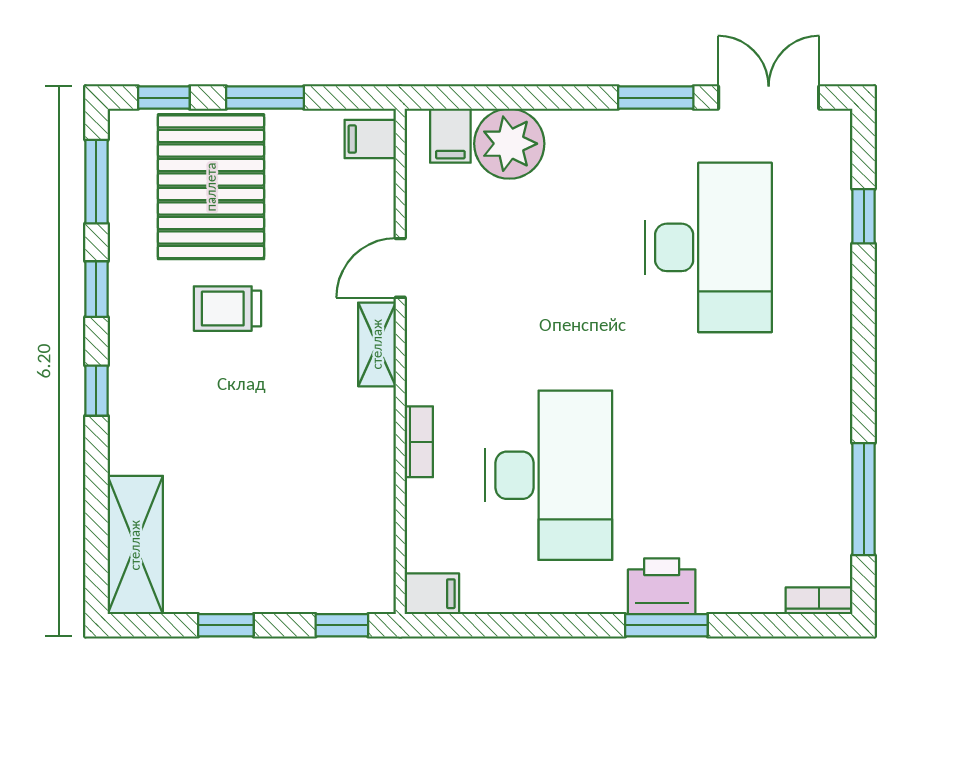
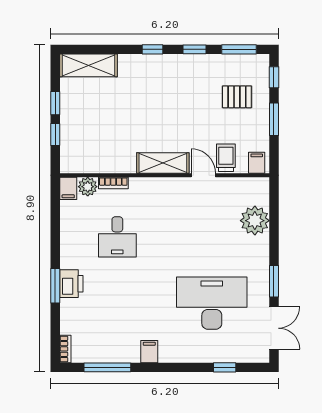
filing cabinet: (450, 136) -> (149, 352), moved, turned 90
pallet: (211, 187) -> (237, 97), width x0.49, depth x0.50
desk: (708, 247) -> (212, 303), turned 180
trolley: (227, 309) -> (226, 158), moved
shelving: (377, 344) -> (163, 163), width x1.50, depth x1.33
bookcase: (419, 442) -> (113, 183), moved
desk: (549, 475) -> (117, 237), width x0.53, depth x0.77
plant: (428, 547) -> (88, 187), added
window: (342, 625) -> (55, 135), moved

